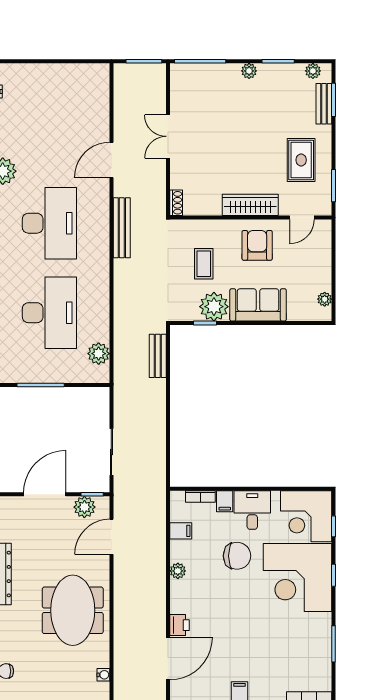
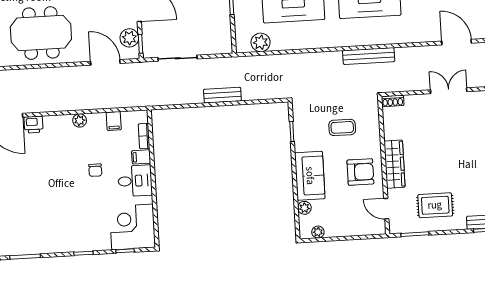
door: (111, 160) -> (457, 42), moved
plant: (214, 307) -> (304, 208), moved, width x0.53, depth x0.53
bench: (158, 356) -> (222, 95), moved
chair: (237, 556) -> (95, 170), width x0.54, depth x0.54
corner desk: (298, 577) -> (80, 223), removed

